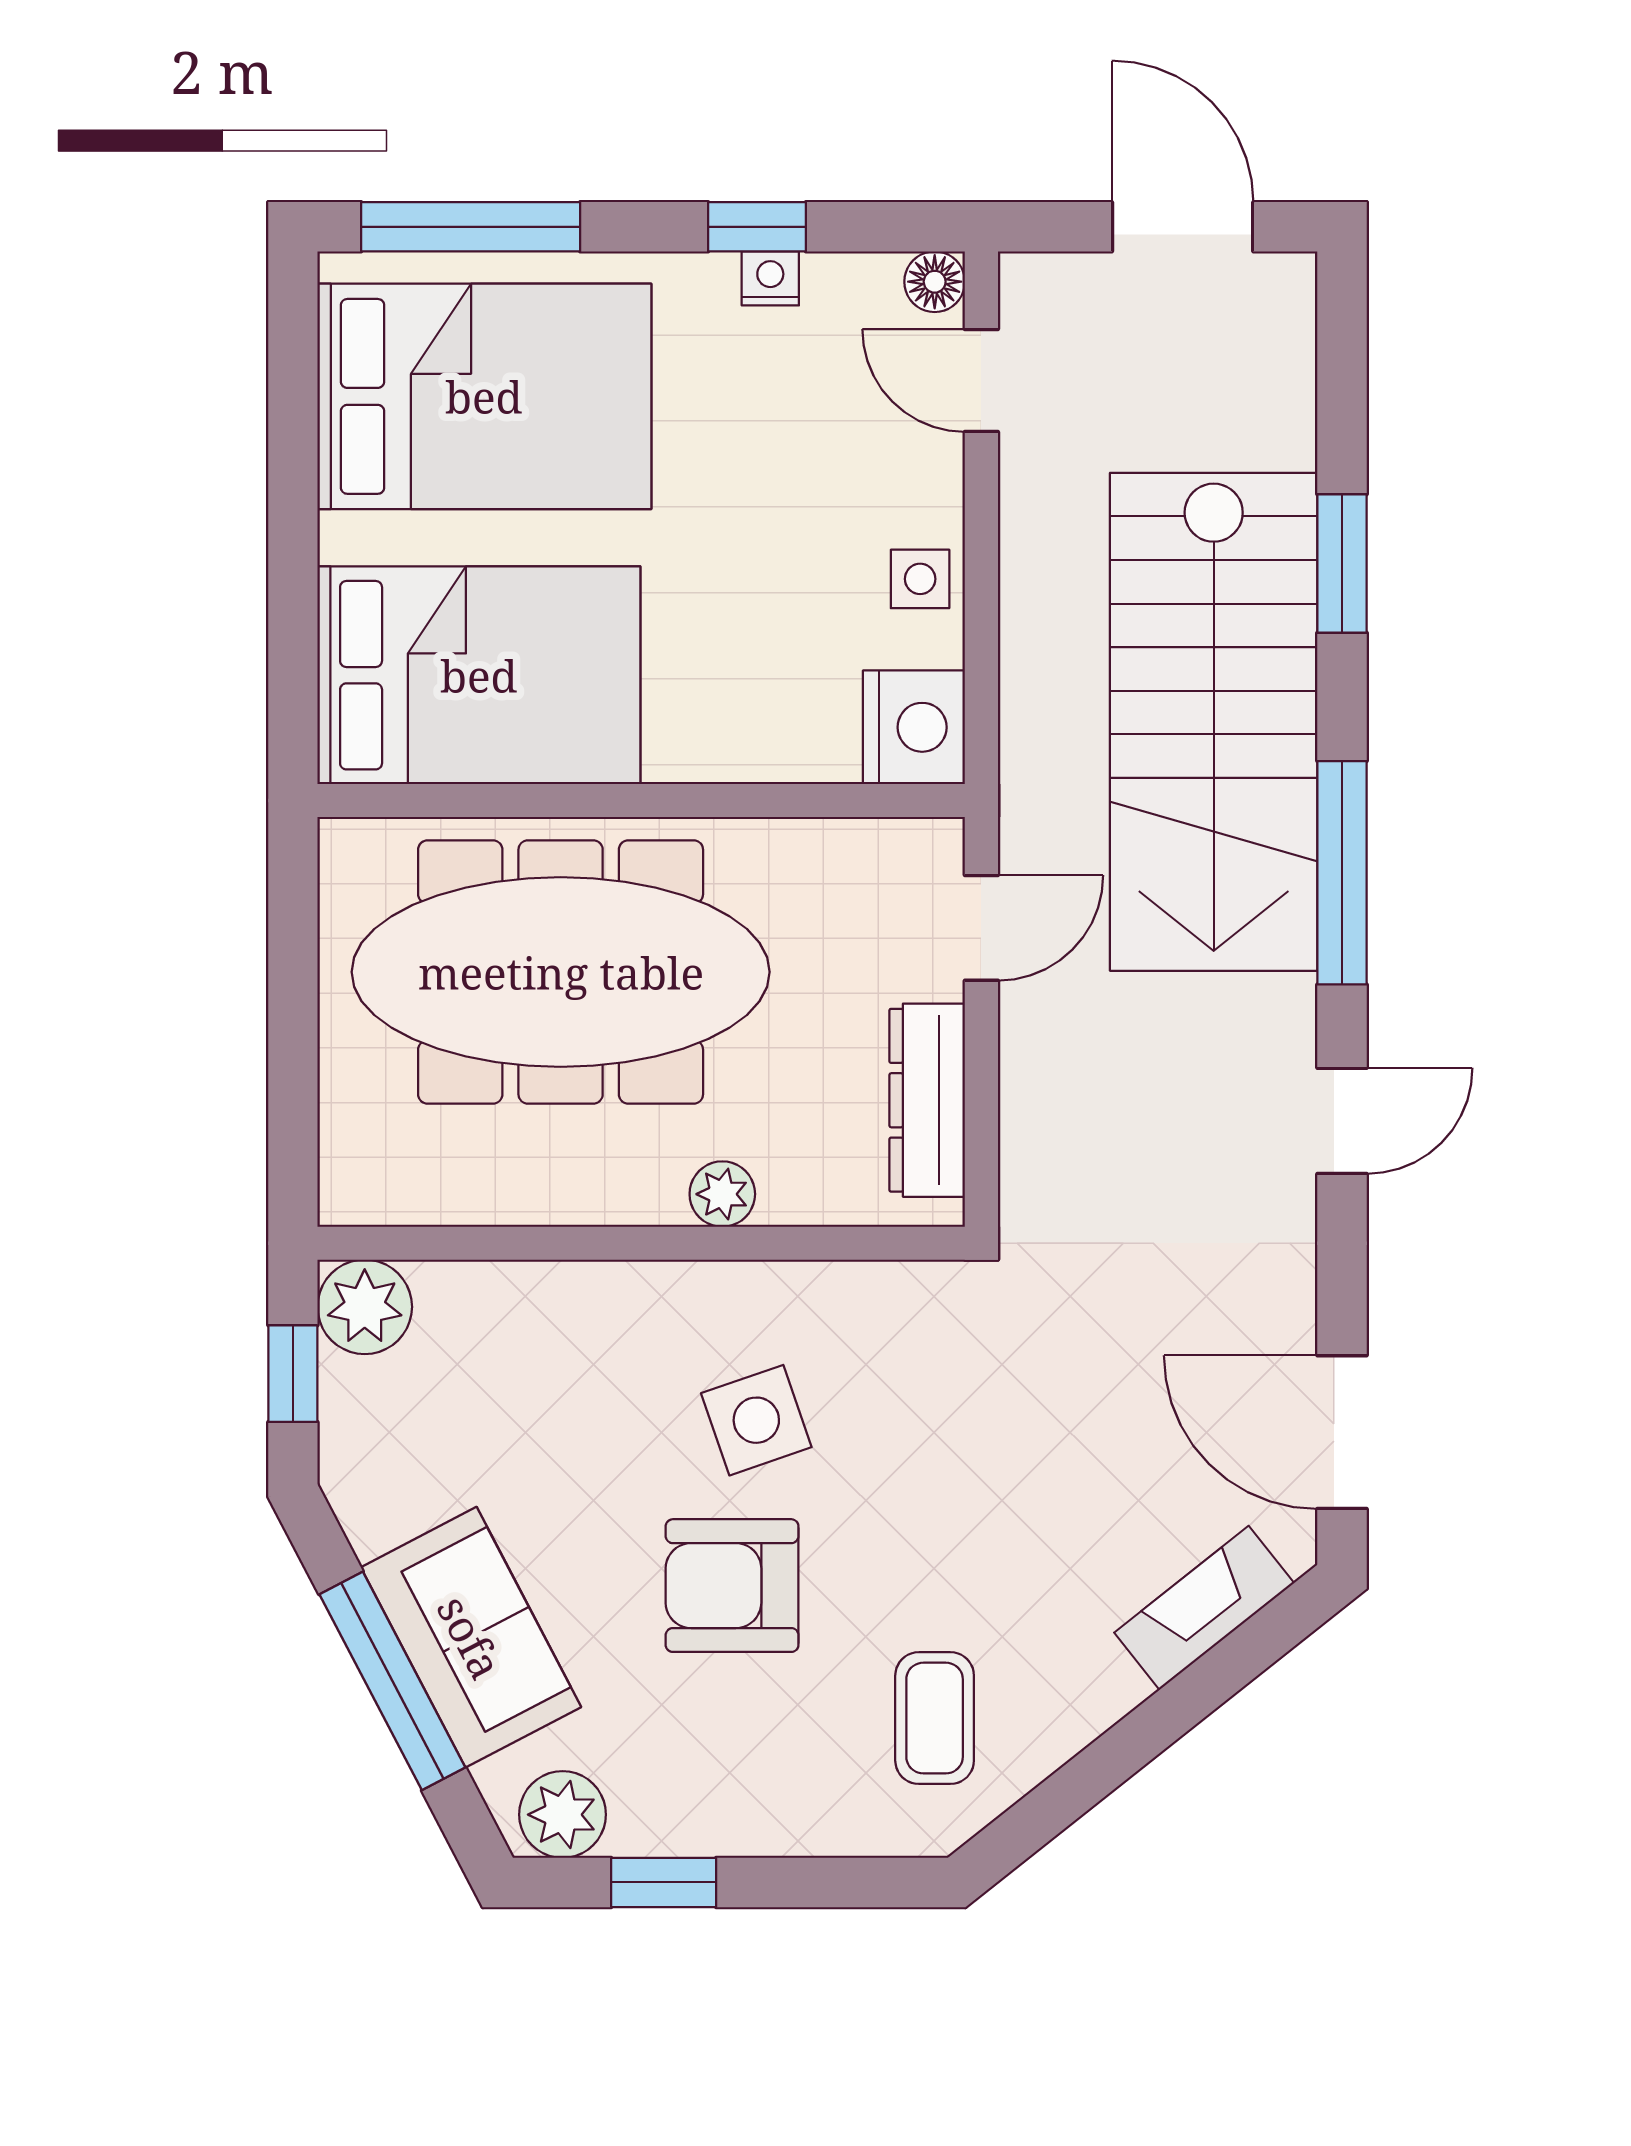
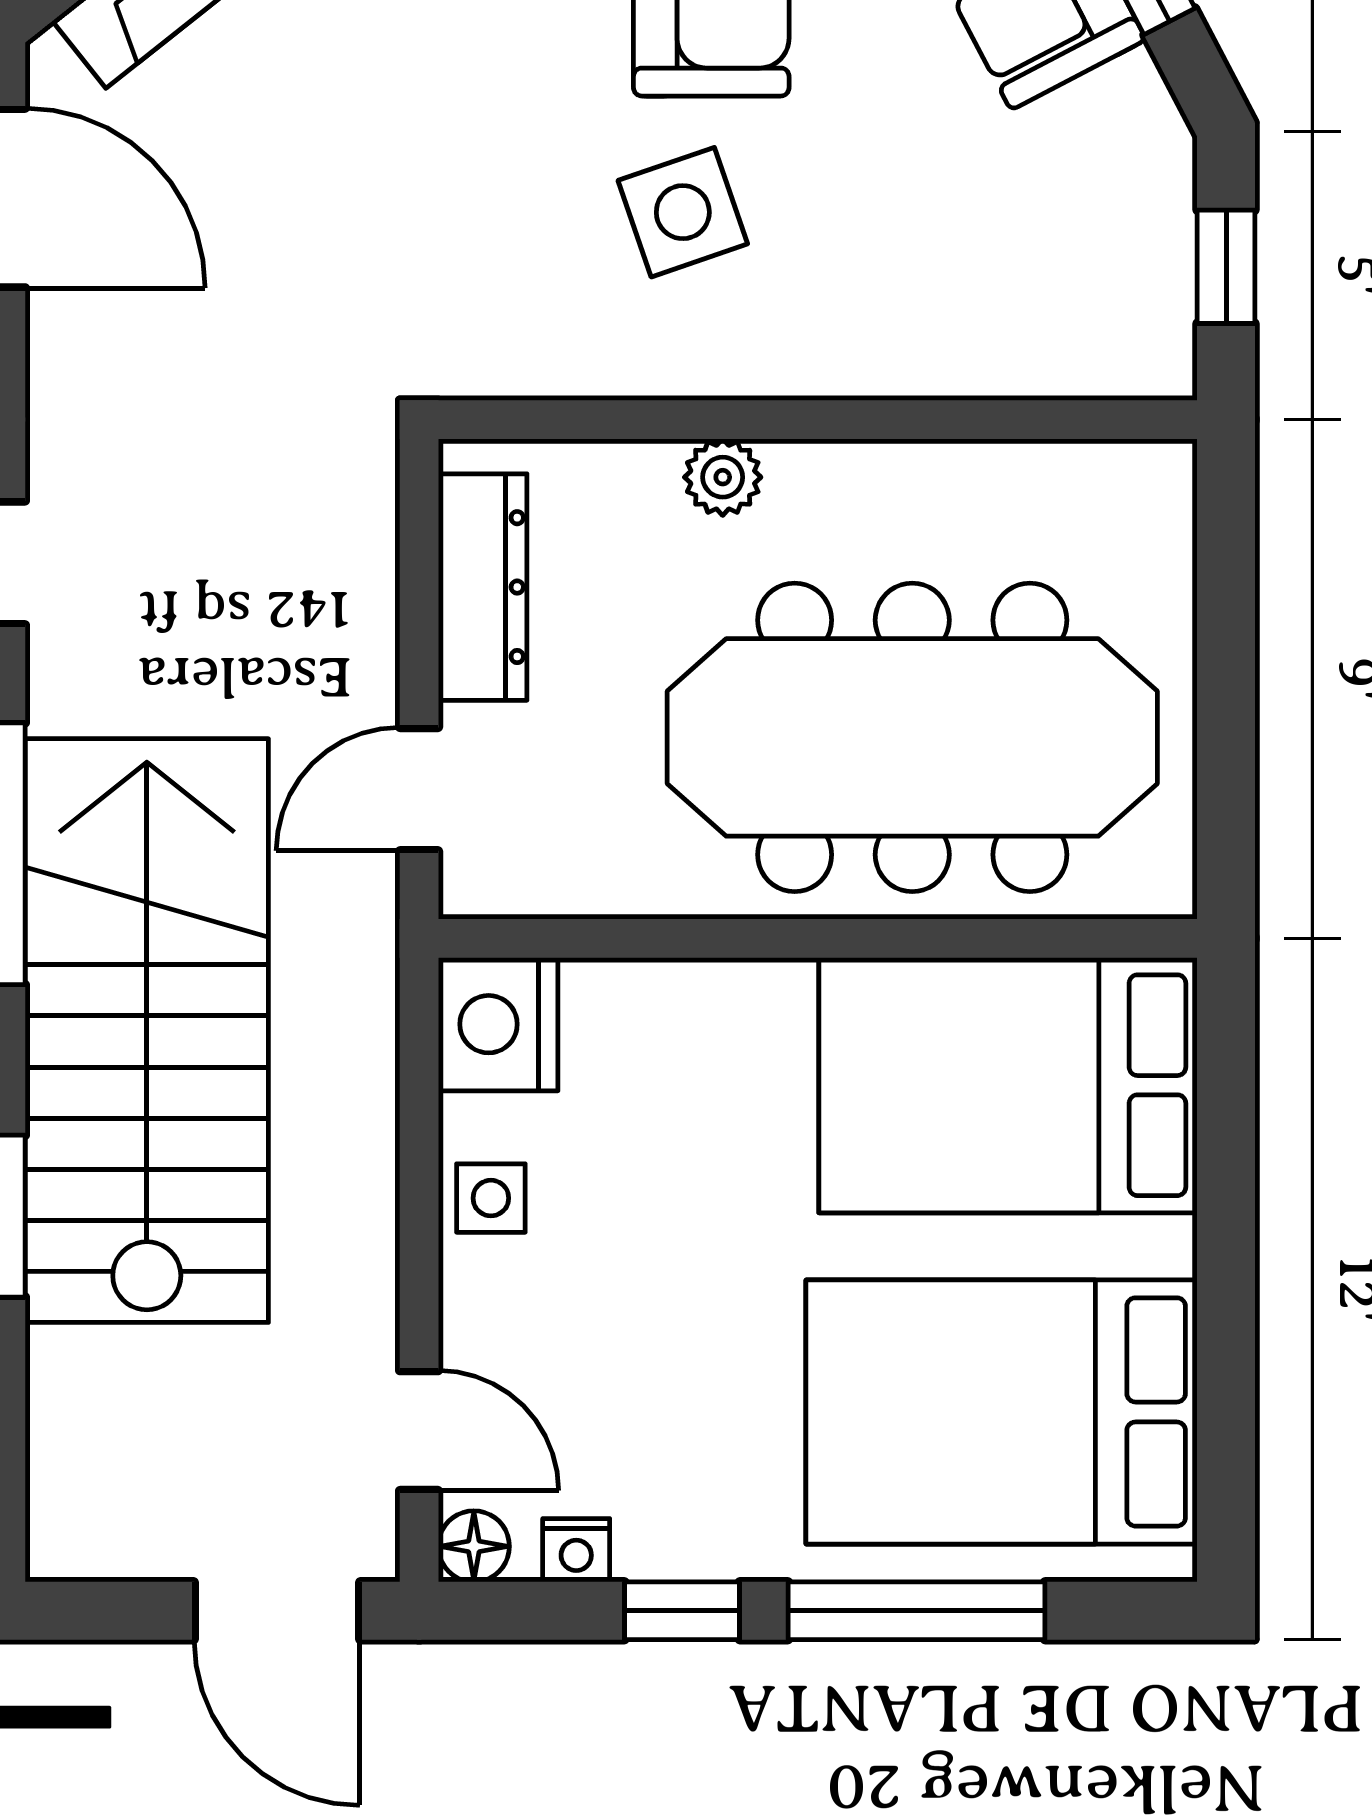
window: (471, 227) -> (916, 1611), moved
door: (1183, 227) -> (277, 1611), moved
nightstand: (770, 278) -> (576, 1550), moved
plant: (365, 1307) -> (1142, 345), removed

